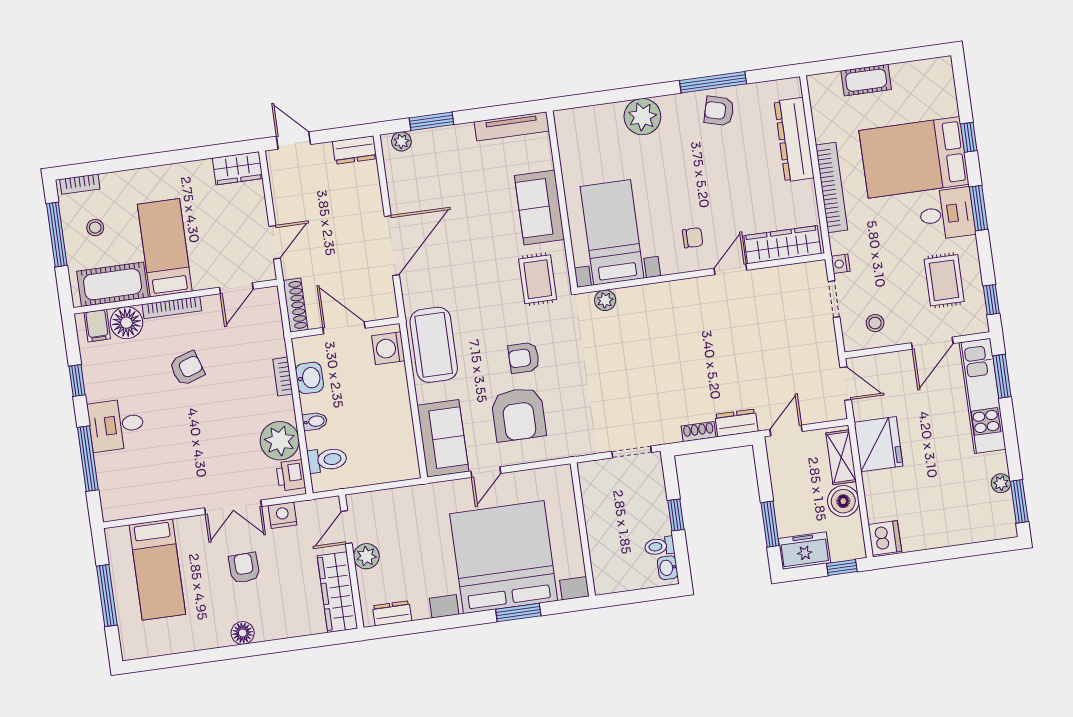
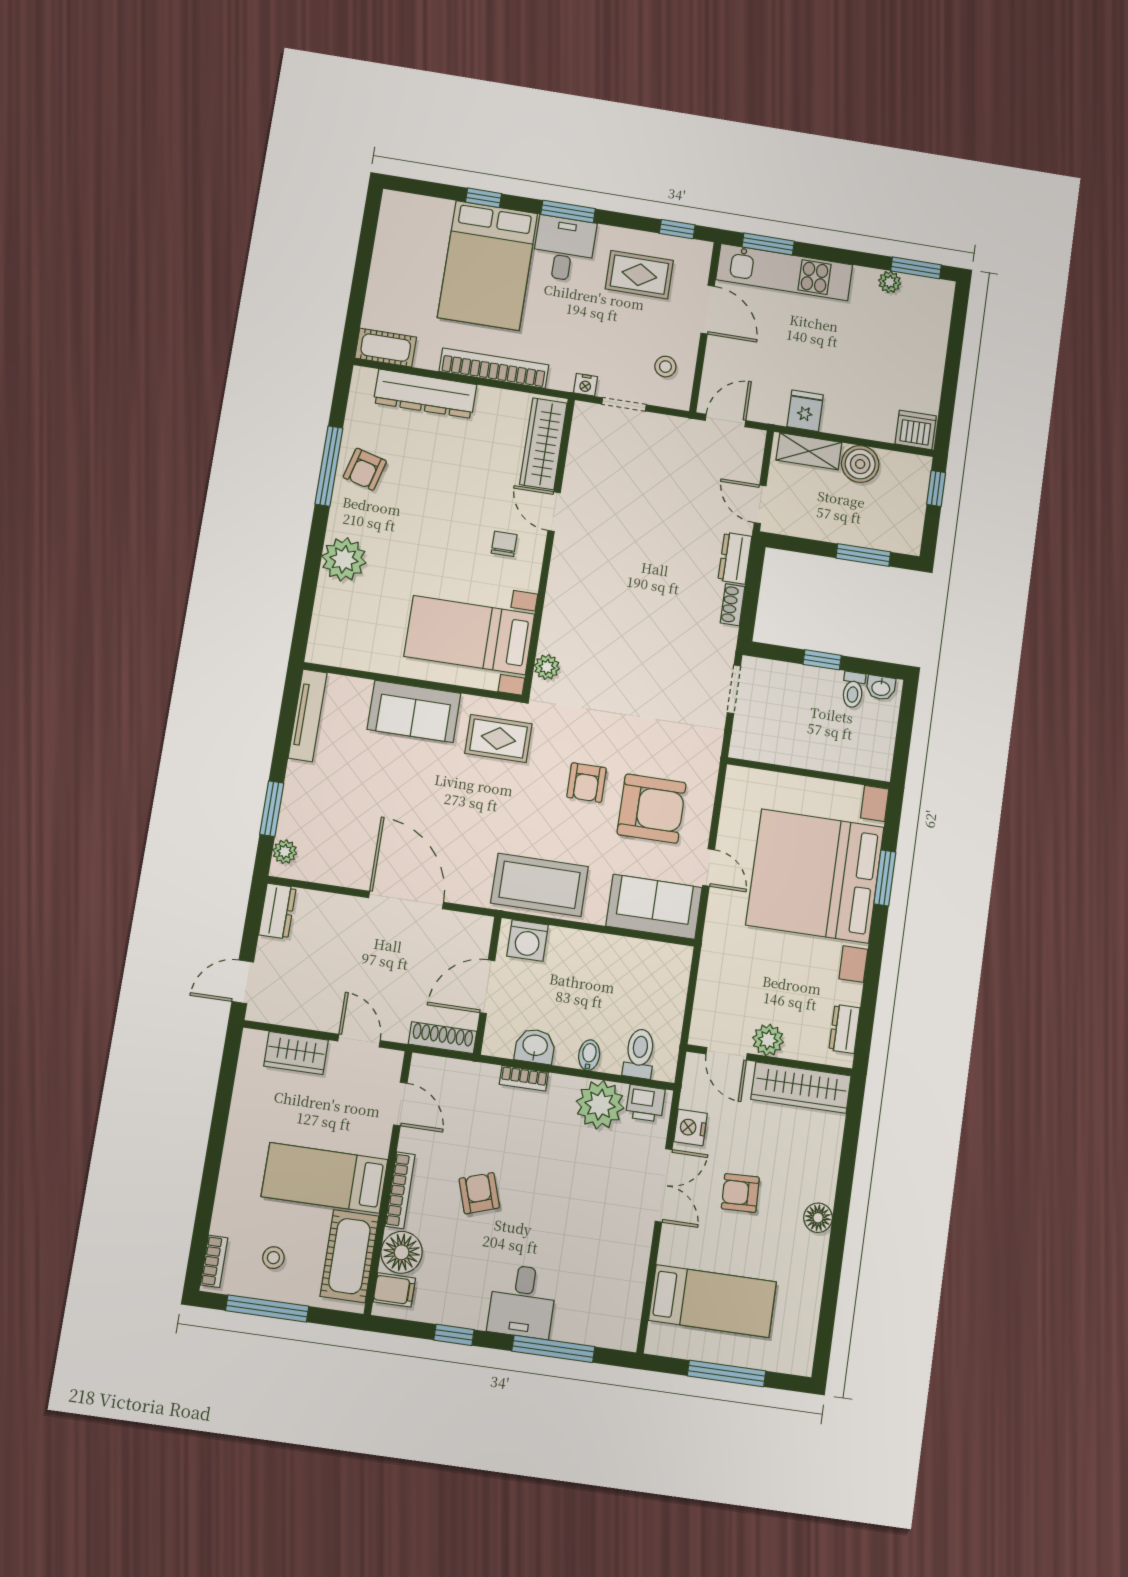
cot: (866, 80) -> (386, 348), moved, turned 90
wardrobe: (238, 168) -> (296, 1053), moved, turned 90
fridge: (879, 444) -> (805, 411), width x0.53, depth x0.75
freezer: (804, 551) -> (905, 525), removed

